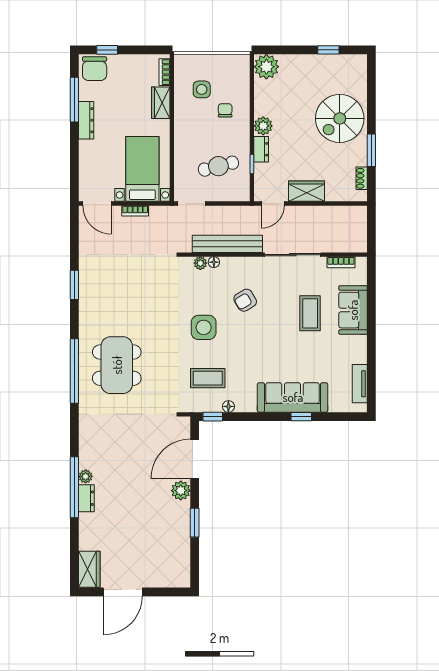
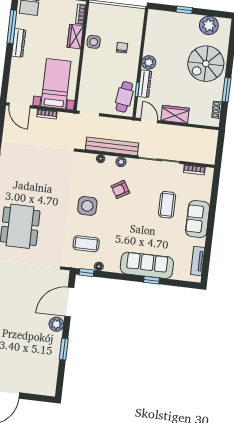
window: (328, 50) -> (184, 10), moved
plant: (266, 67) -> (209, 25), moved
side table: (202, 89) -> (94, 42), moved
dresser: (261, 149) -> (145, 84), width x1.44
cafe table: (218, 166) -> (124, 97), moved, turned -68
door: (273, 204) -> (149, 121), swing flipped
plant: (200, 263) -> (121, 162), moved
sofa: (353, 310) -> (198, 219), moved

